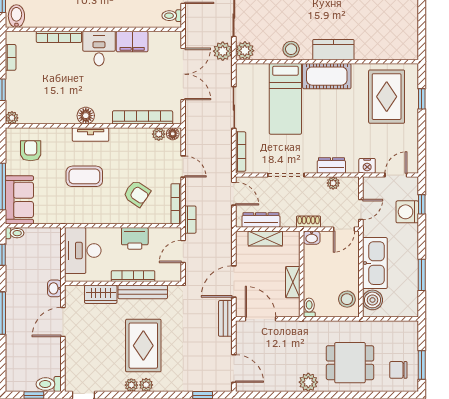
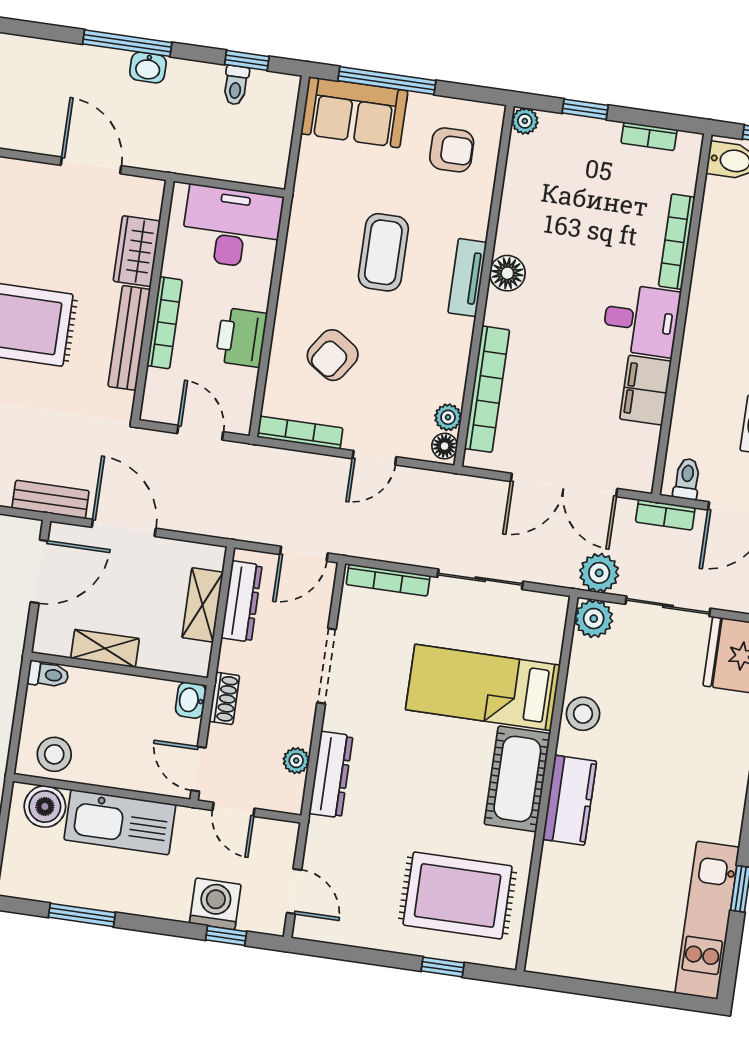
dresser: (331, 165) -> (331, 775), width x1.44
nightstand: (367, 166) -> (321, 835), removed
bookcase: (190, 220) -> (665, 515), moved
toilet: (15, 233) -> (236, 85), moved
washbasin: (54, 288) -> (148, 67), moved, turned 180

